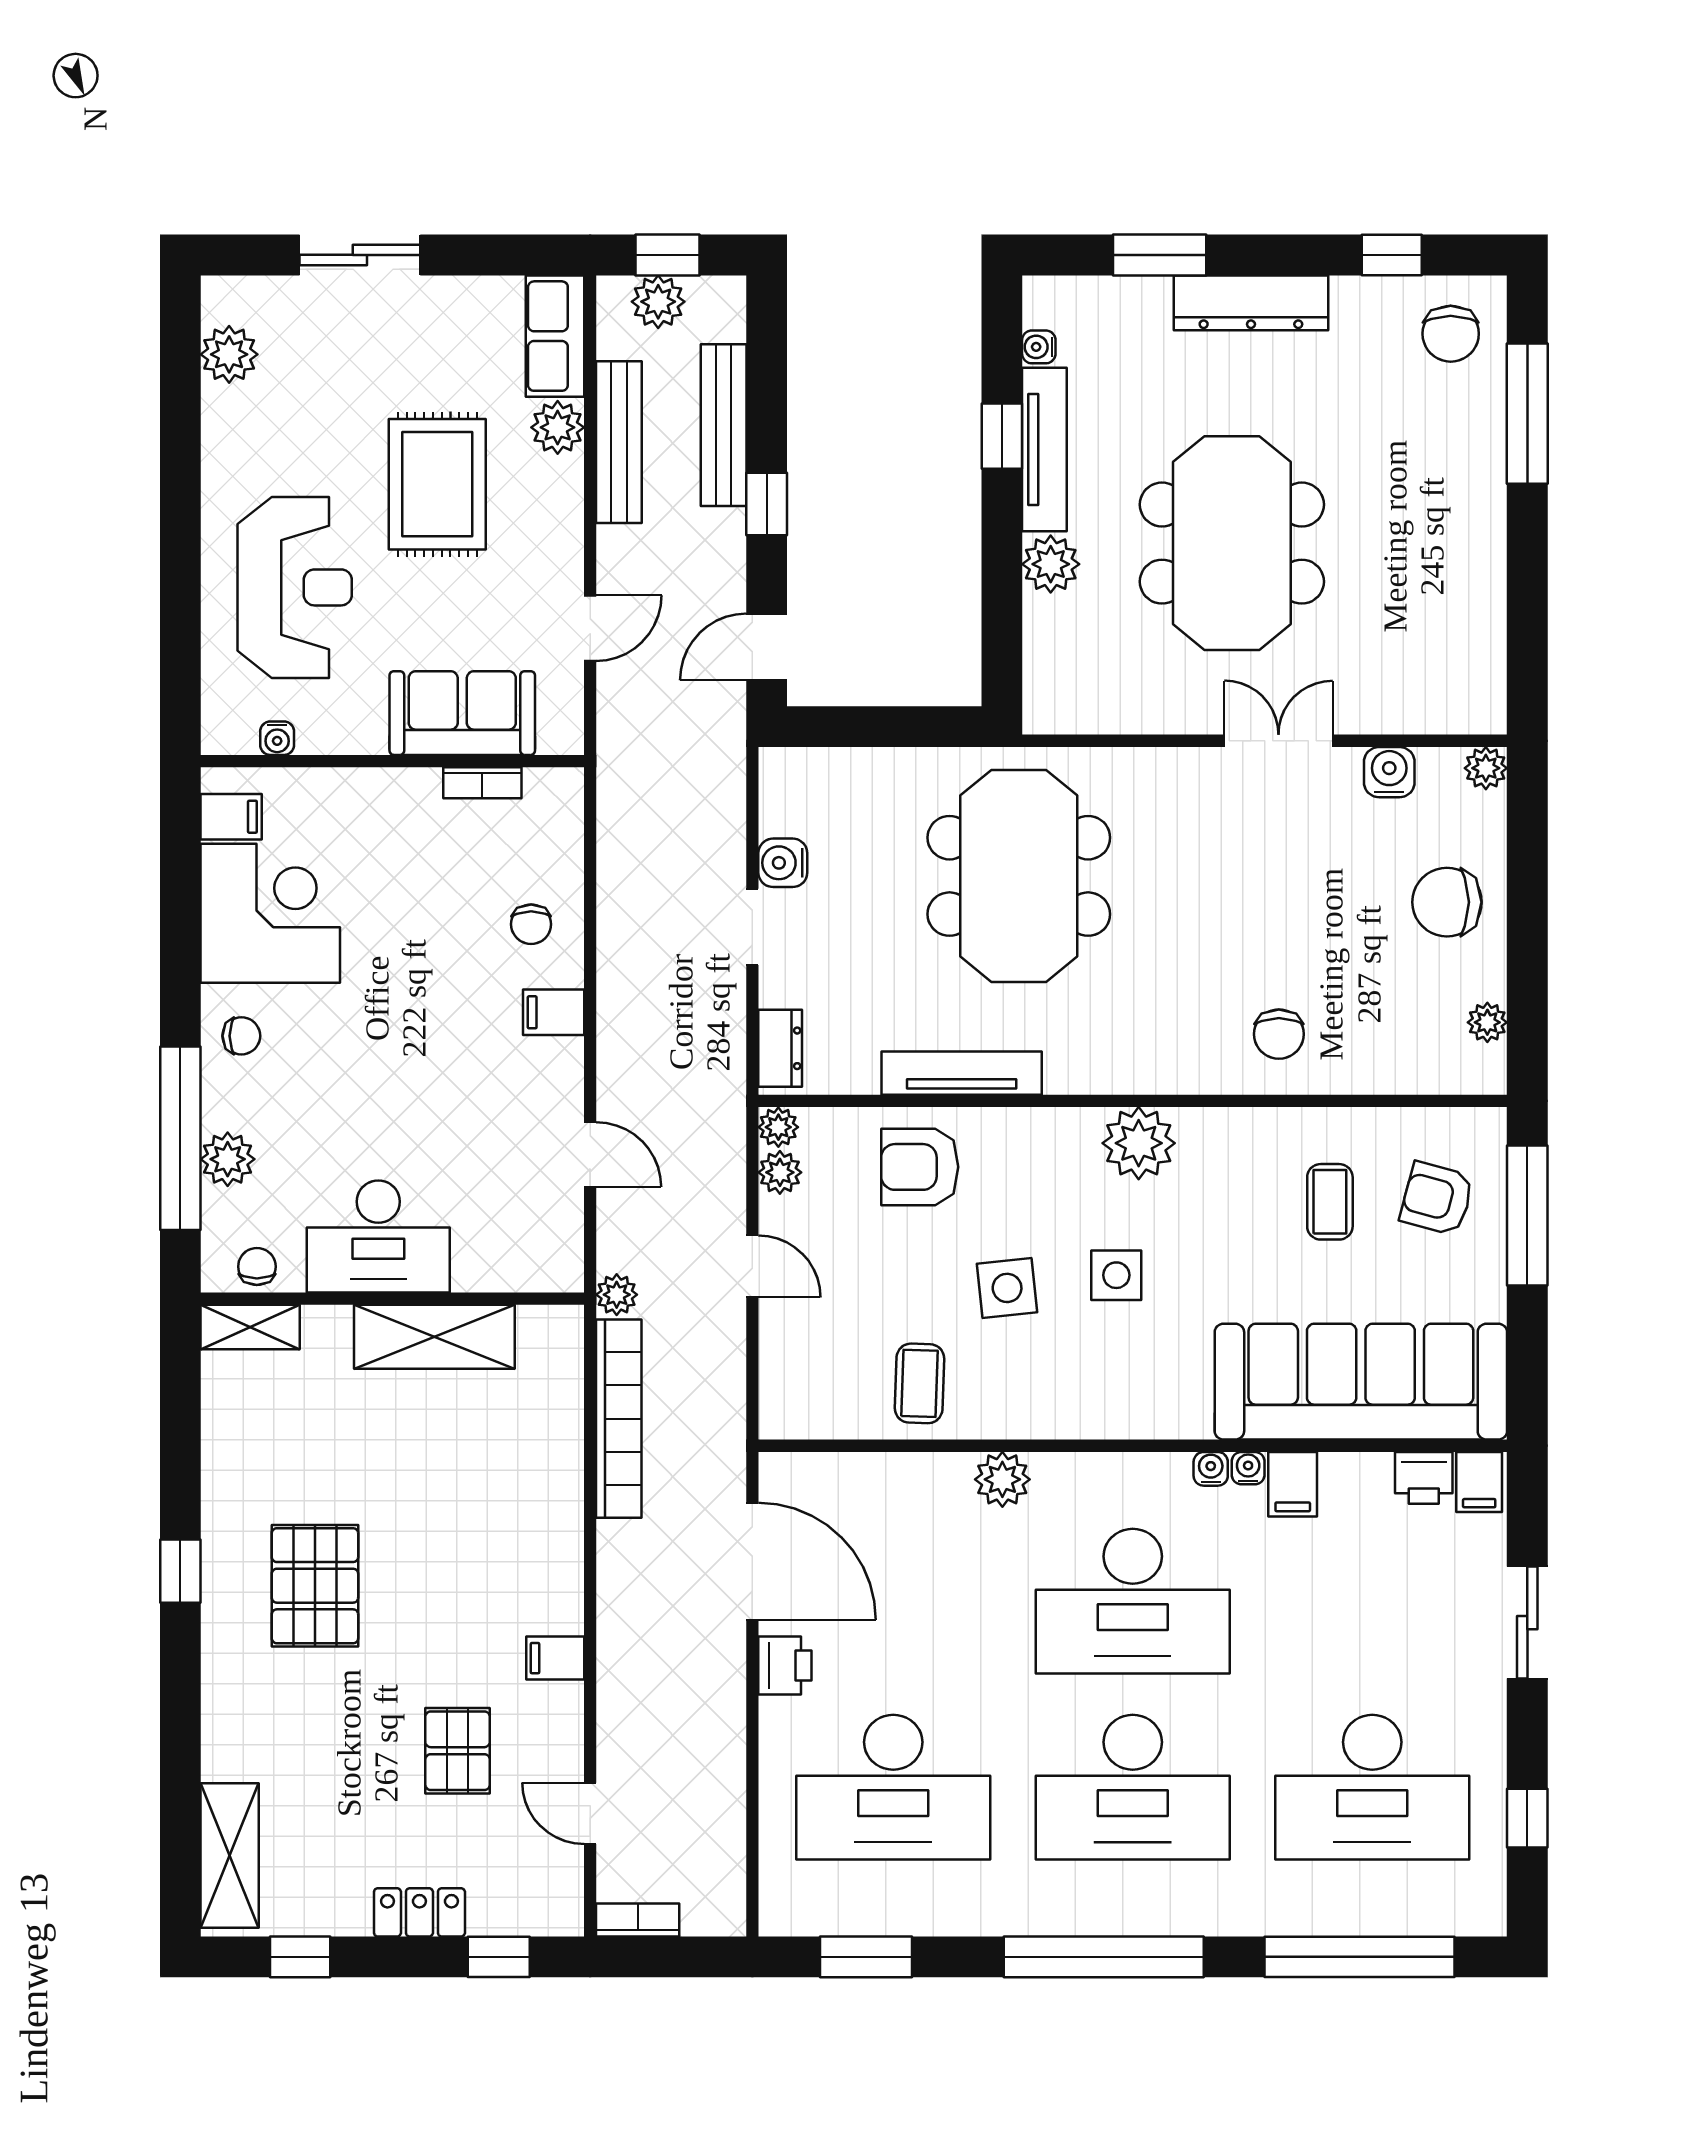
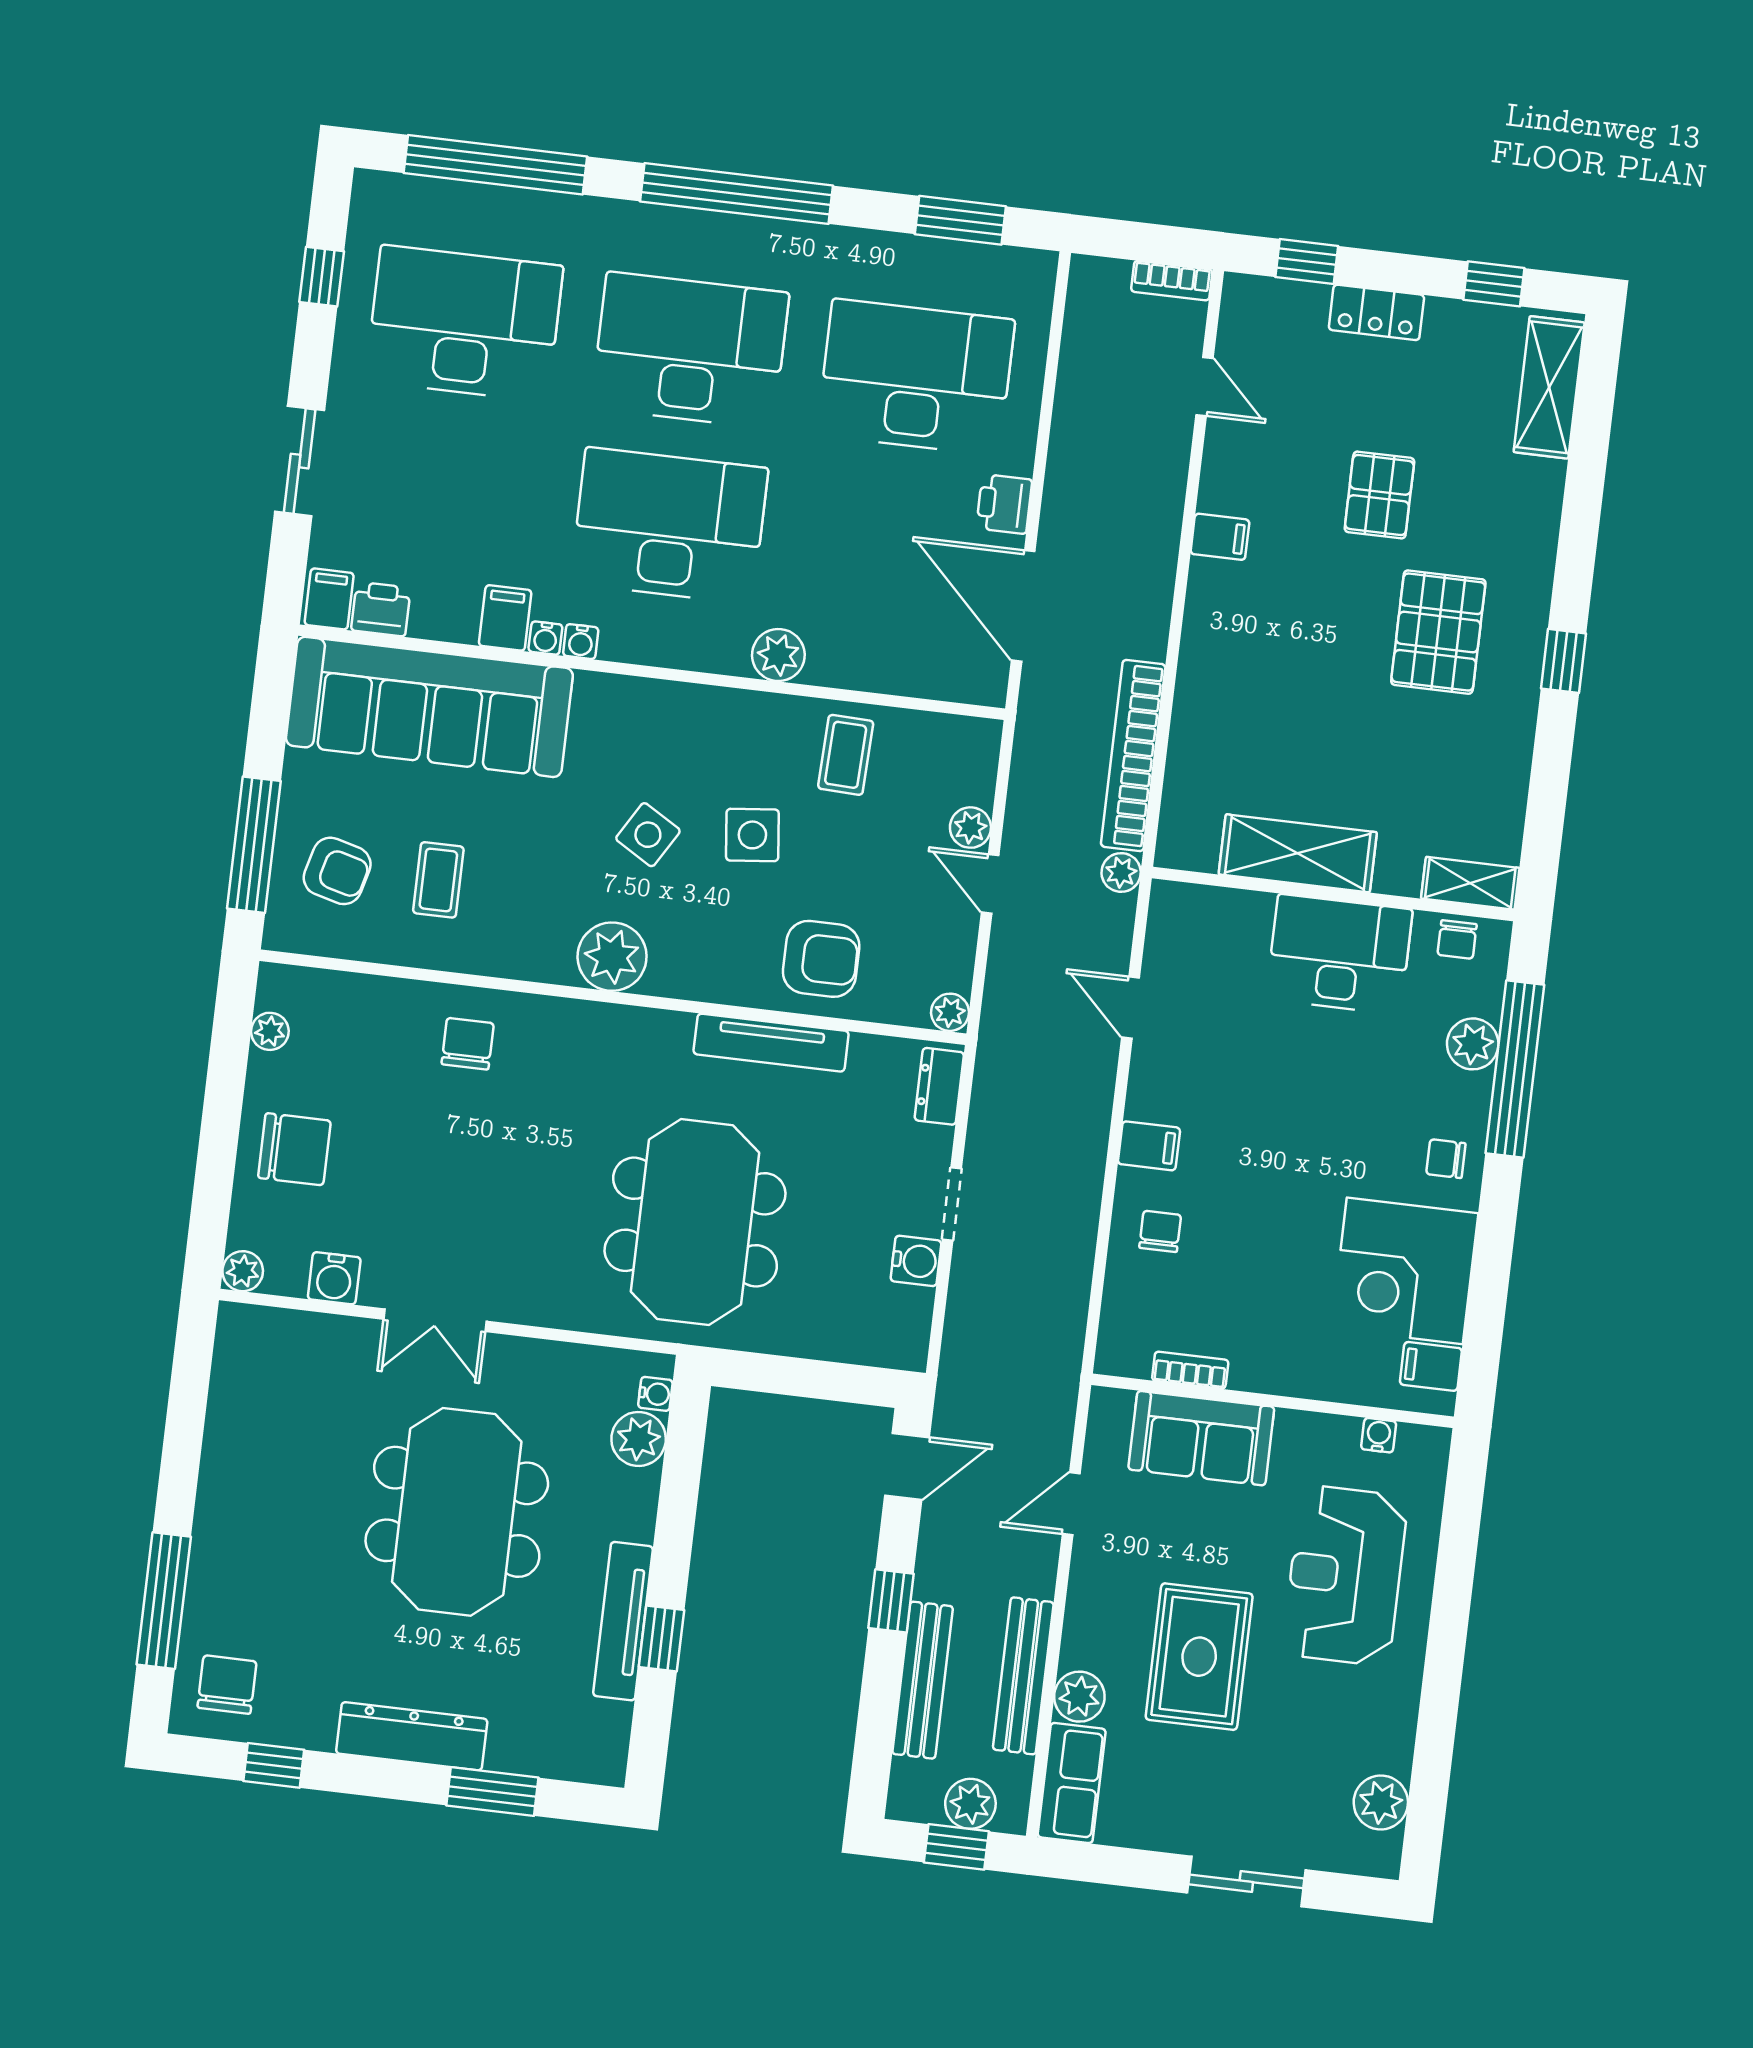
water cooler: (1039, 347) -> (655, 1394), moved
plant: (1051, 564) -> (639, 1439), moved
plant: (780, 1172) -> (970, 828), moved
side table: (1116, 1275) -> (648, 835), turned 31
pallet: (458, 1751) -> (1379, 495), moved

